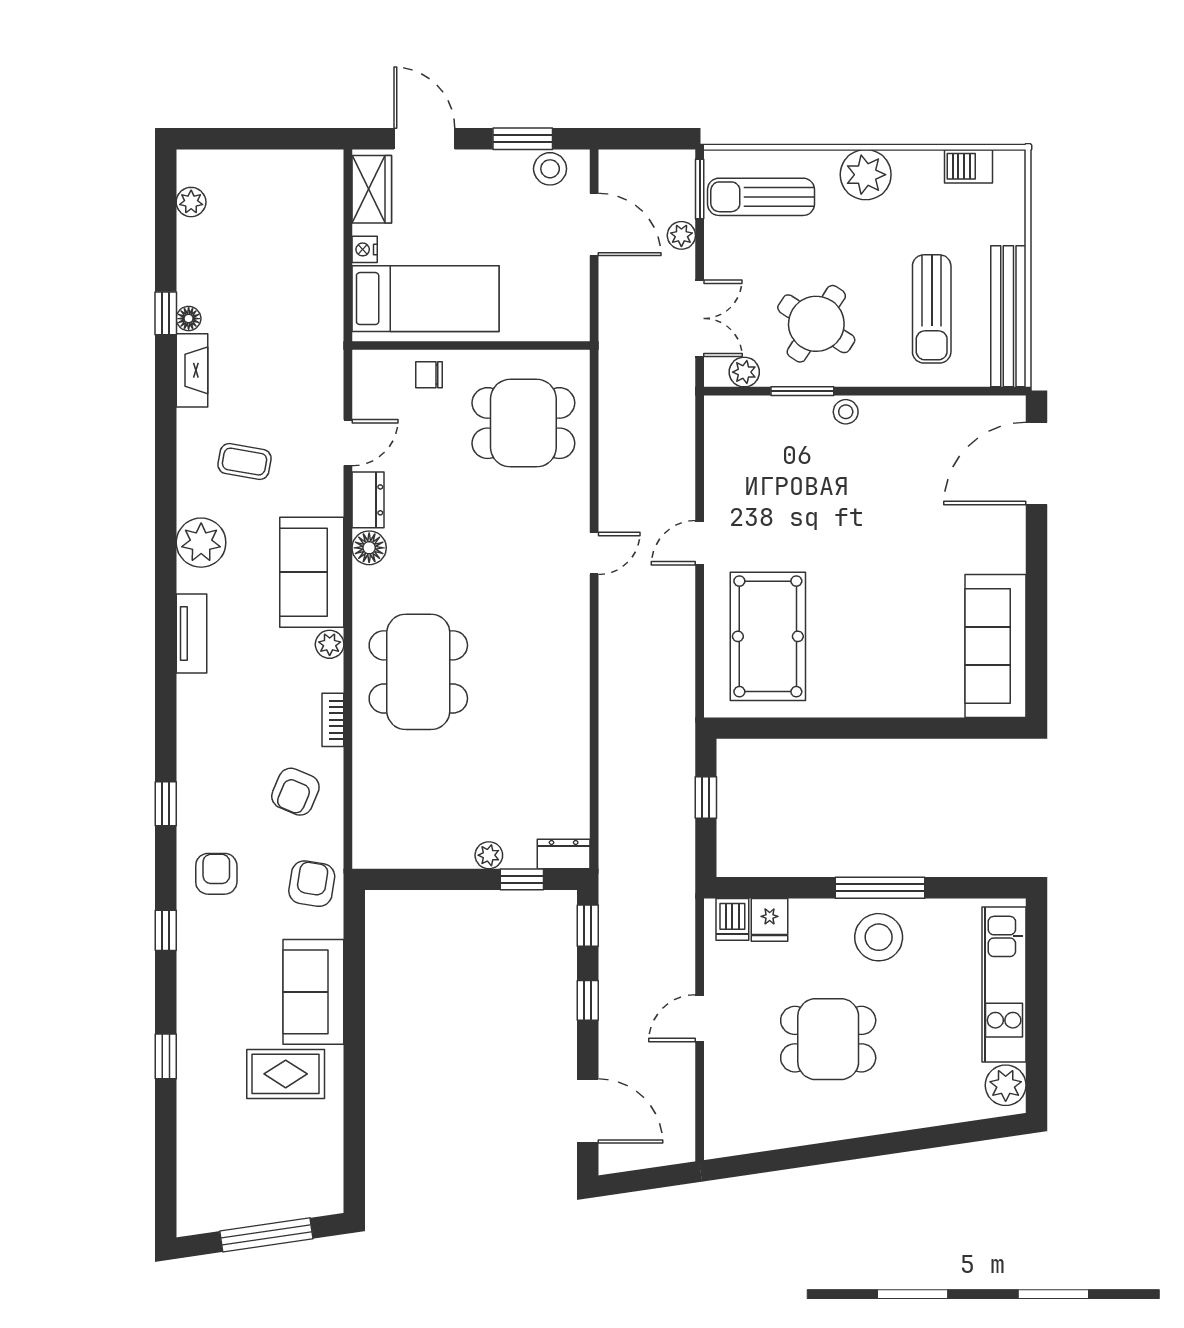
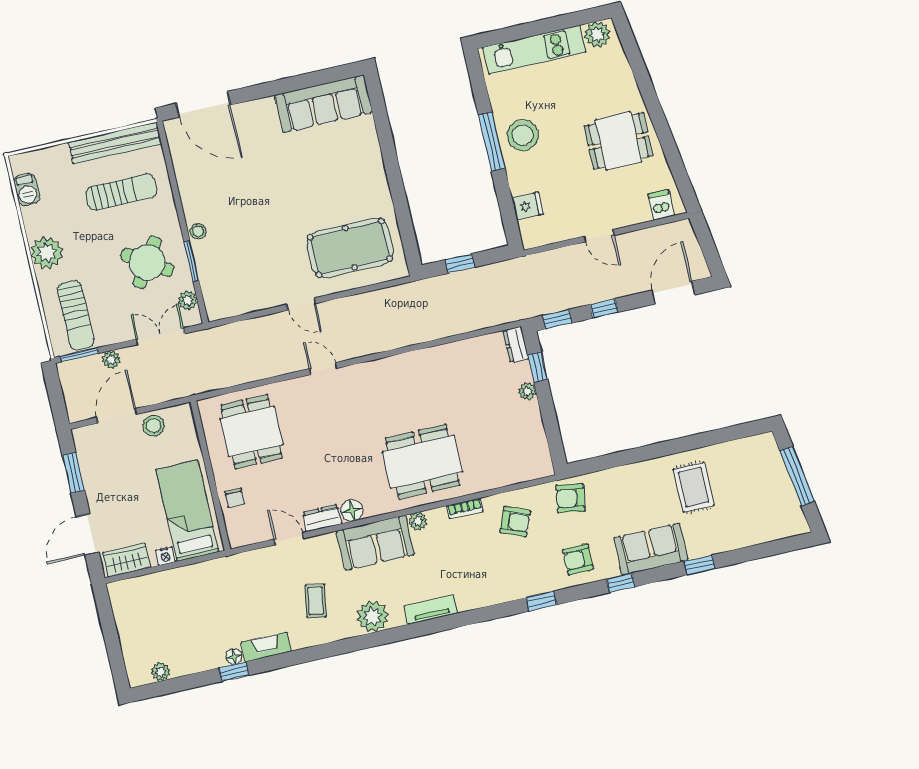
stool: (550, 169) -> (154, 426), moved
dishwasher: (732, 919) -> (661, 205), moved, turned -90
sofa: (313, 992) -> (651, 549), moved, turned 180
dining table: (828, 1039) -> (618, 141), moved, turned 90

